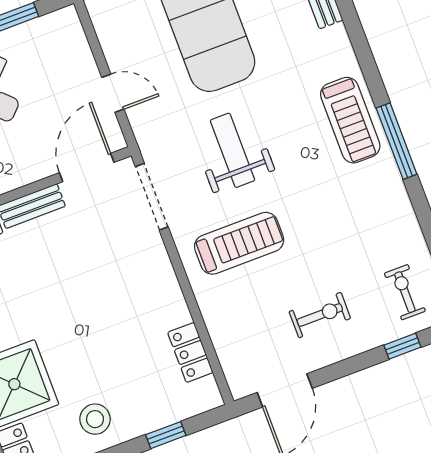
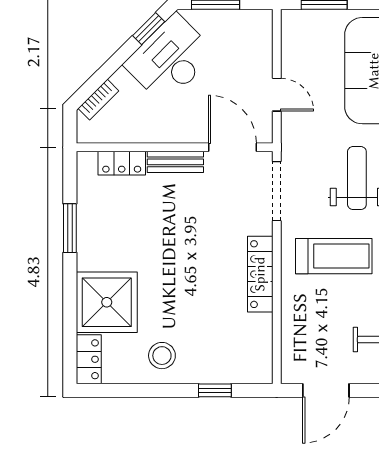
door: (87, 167) -> (232, 147), hinge flipped
locker: (190, 352) -> (260, 274), moved, width x1.53

